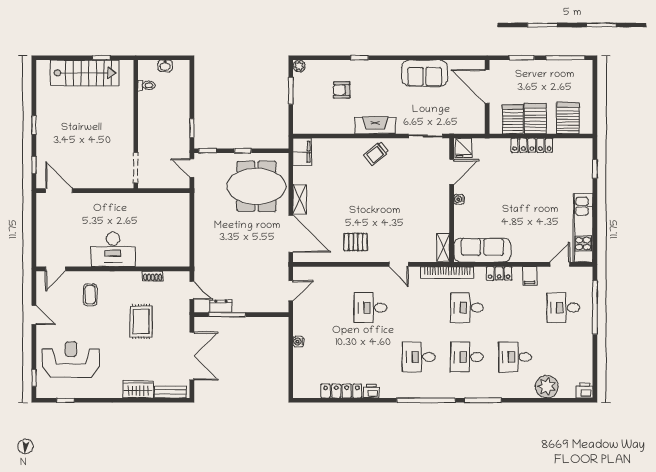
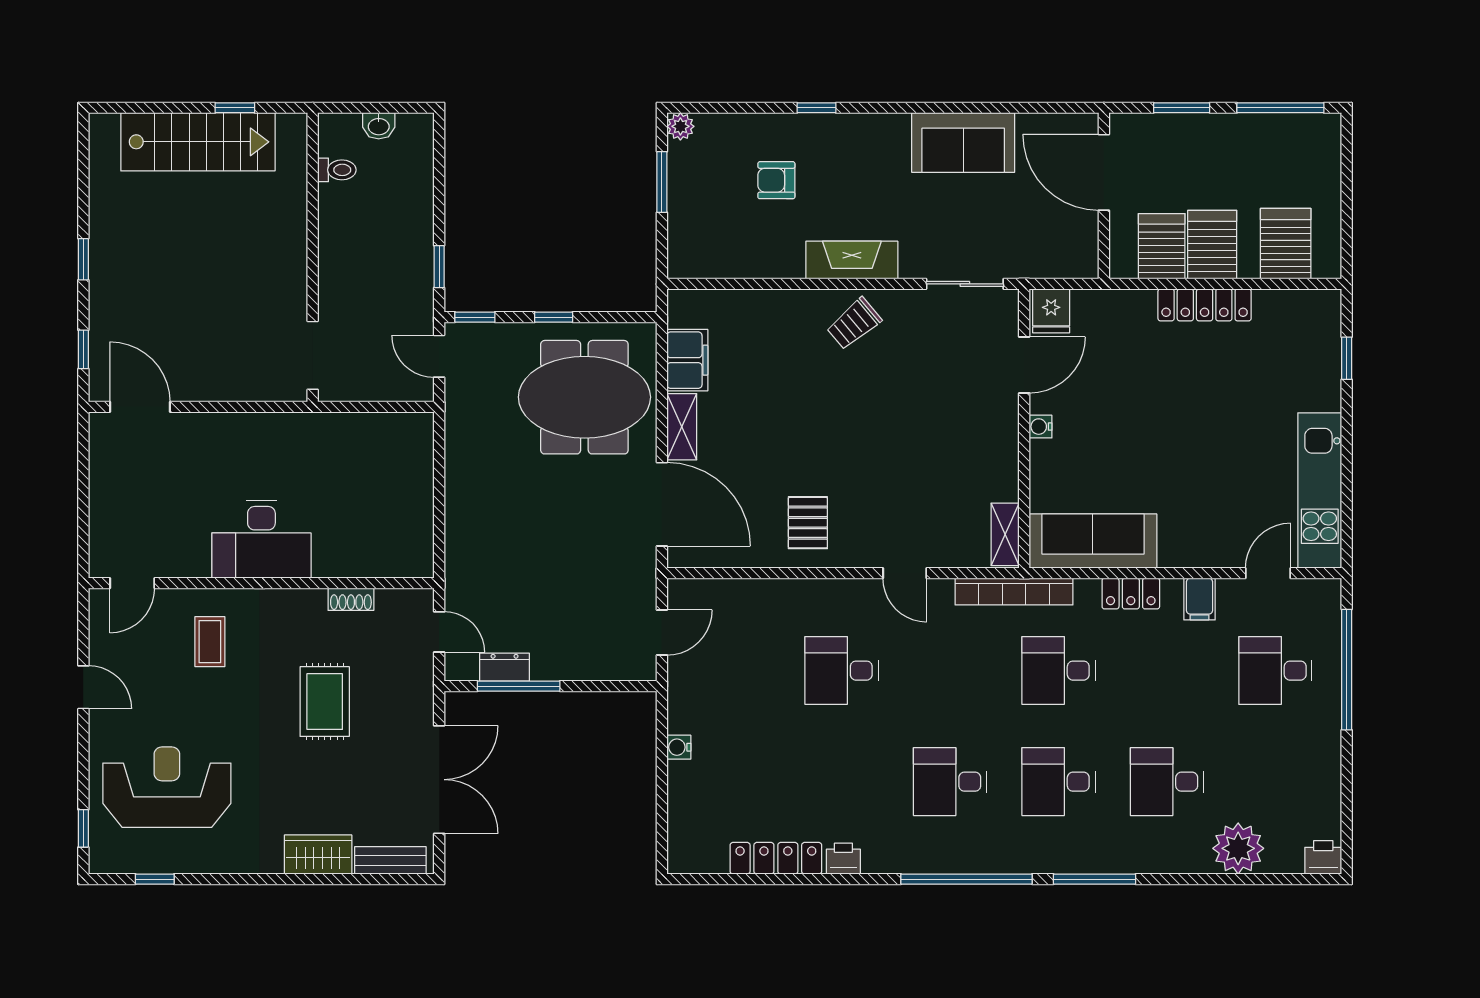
filing cabinet: (302, 152) -> (687, 360), moved
pallet: (356, 242) -> (808, 523), turned 90

